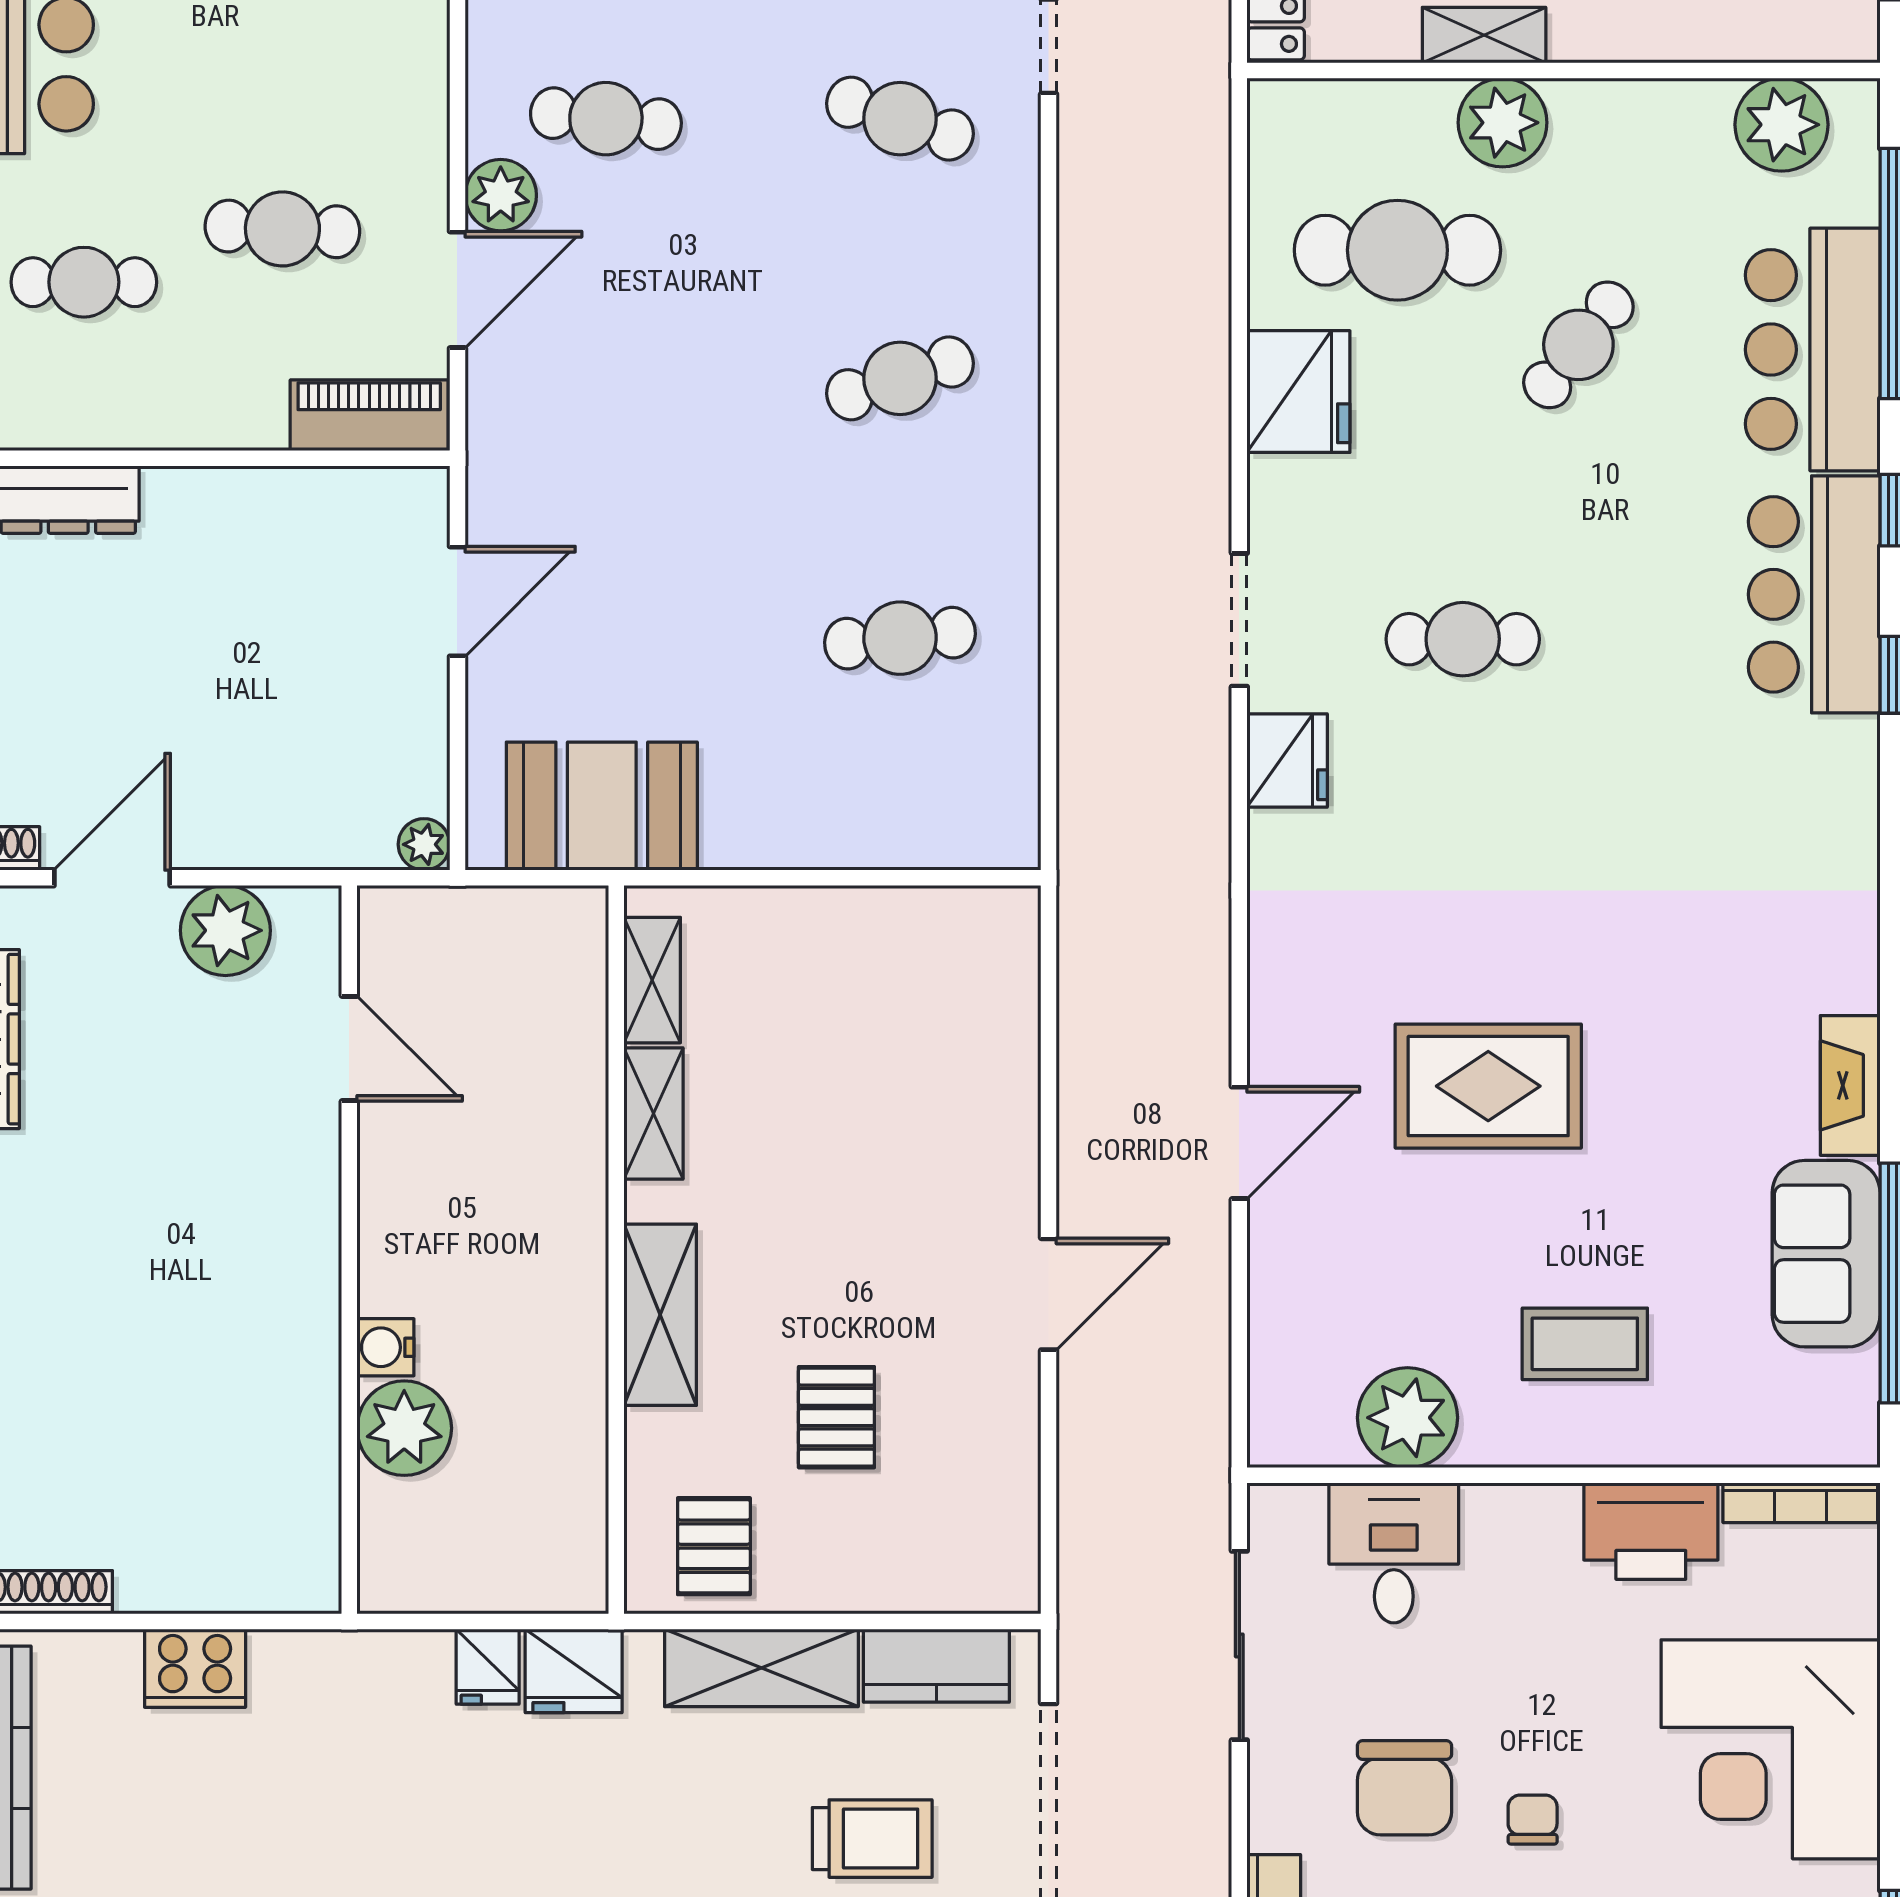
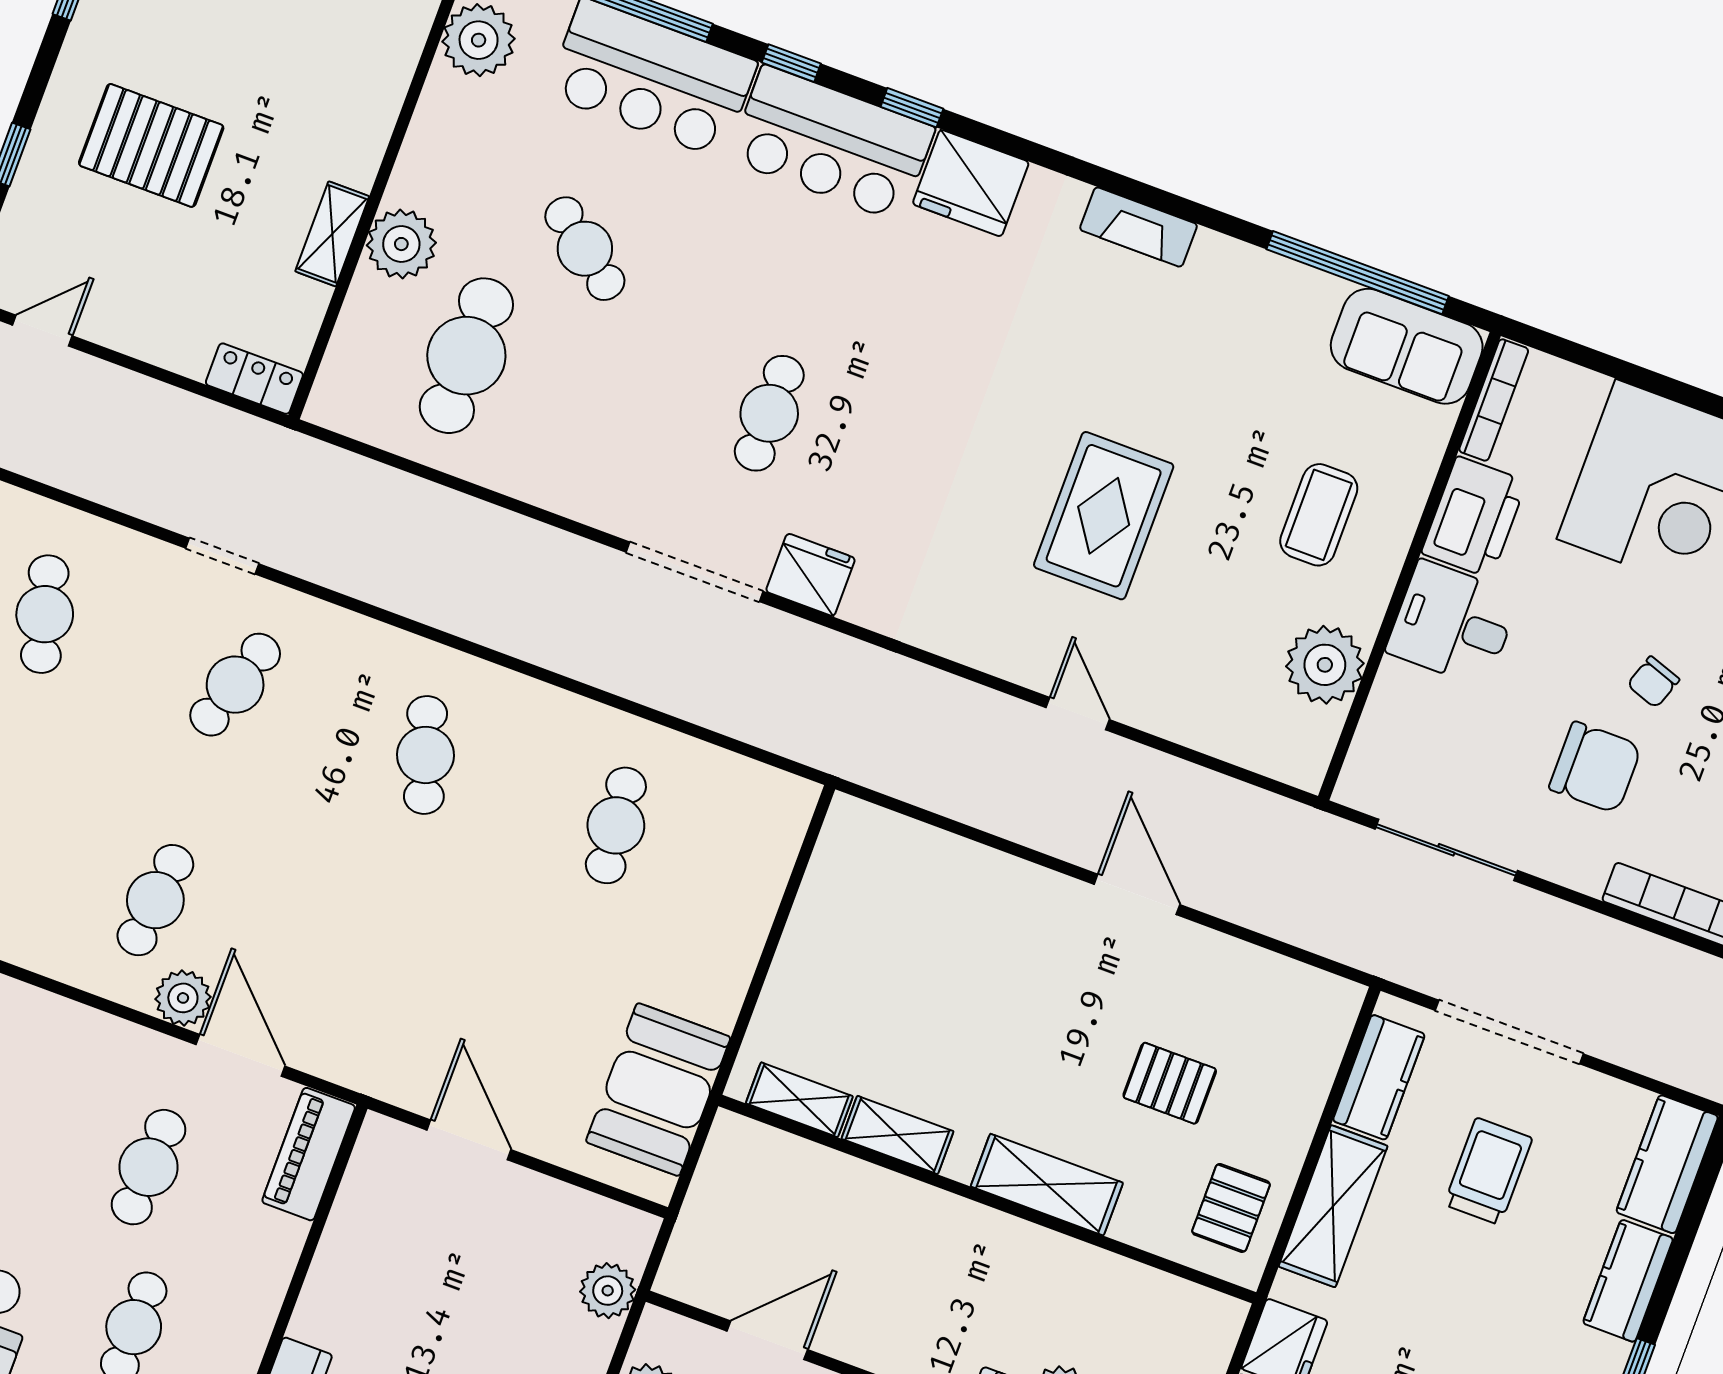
fridge: (1298, 392) -> (971, 183), moved, turned 180
doorway: (1239, 620) -> (694, 572), width x1.36
plant: (424, 844) -> (608, 1291), moved, width x1.38, depth x1.38
fireplace: (1850, 1085) -> (1139, 227), moved
door: (1239, 1143) -> (1078, 714), width x0.73
sofa: (1826, 1254) -> (1407, 346), moved
pallet: (714, 1546) -> (1231, 1208), turned 90
desk: (1394, 1553) -> (1453, 623), moved
chair: (1533, 1820) -> (1653, 682), turned -71

